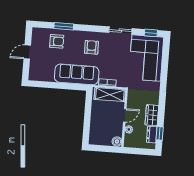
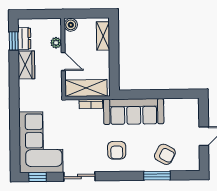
armchair: (57, 41) -> (165, 154), turned -152
door: (125, 115) -> (63, 61), swing flipped
shelving: (94, 131) -> (103, 36), added

